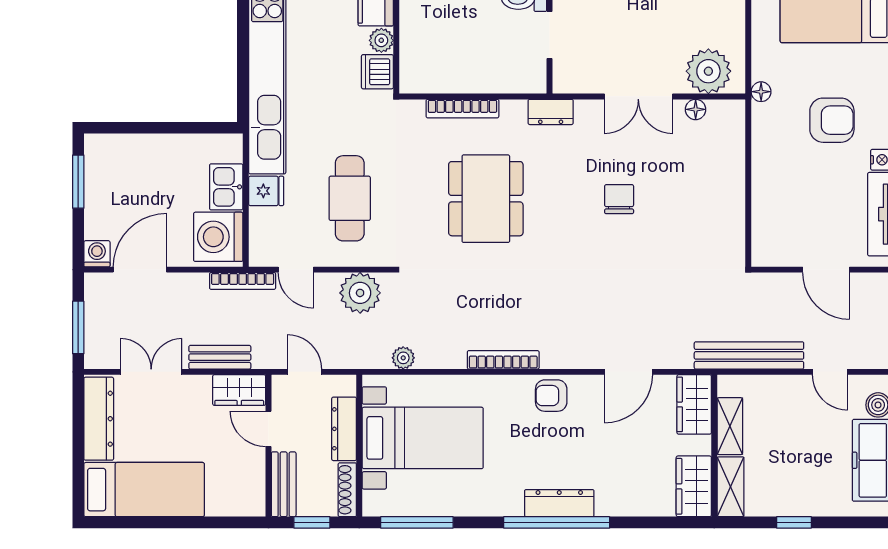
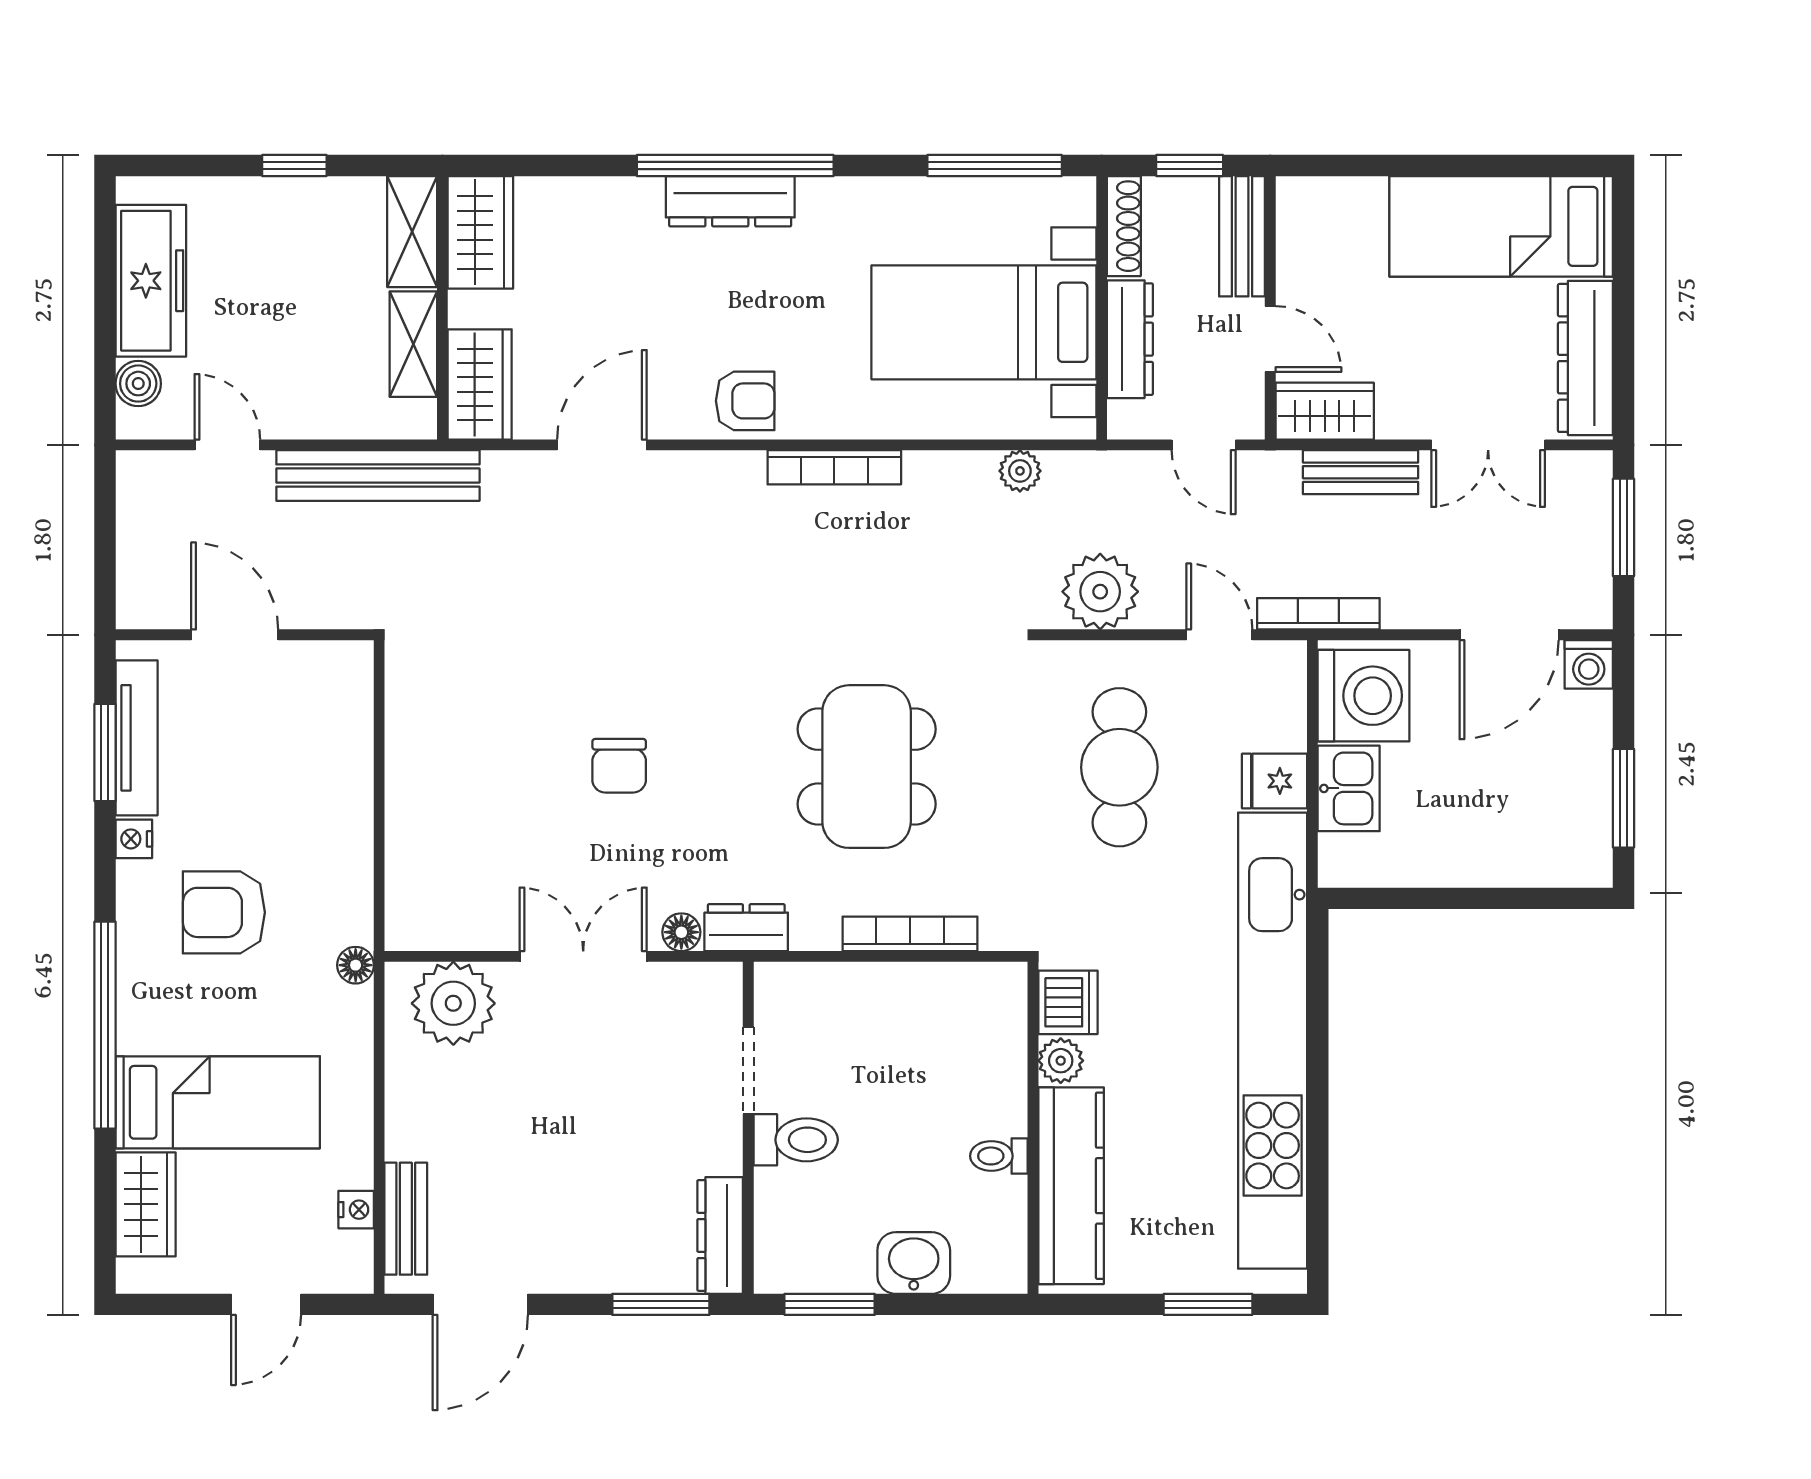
floor lamp: (696, 109) -> (681, 932), moved

